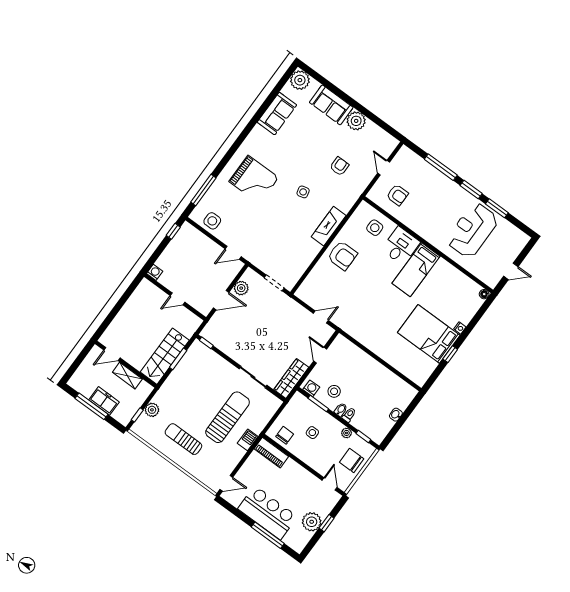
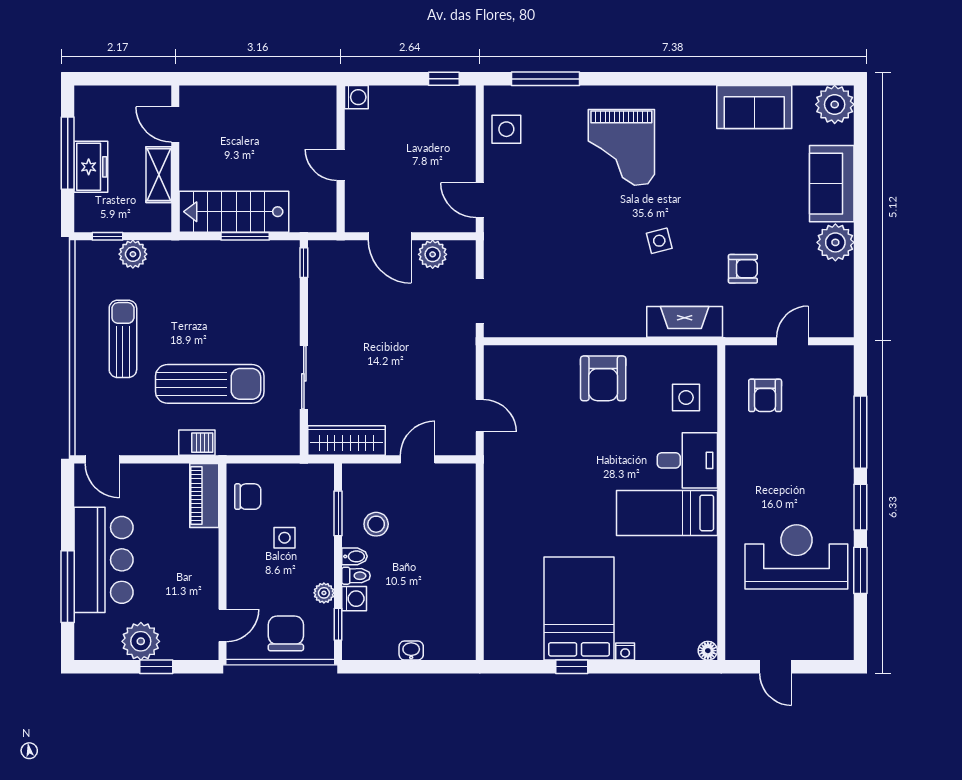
fireplace: (329, 226) -> (685, 322), moved
washing machine: (311, 388) -> (354, 599), moved

